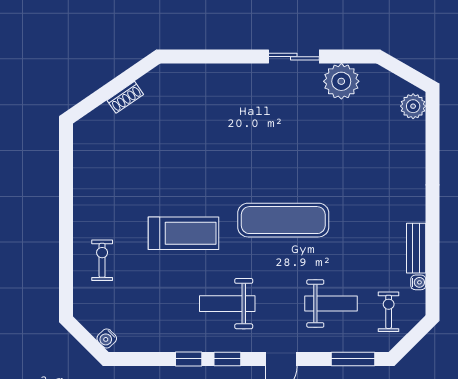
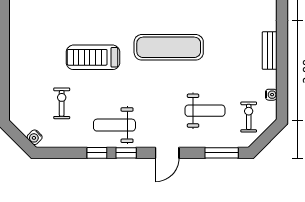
treadmill: (184, 233) -> (93, 57), turned 180
bench: (416, 248) -> (270, 51), moved
exercise bike: (102, 260) -> (62, 103), moved
weight bench: (227, 304) -> (114, 125), moved

